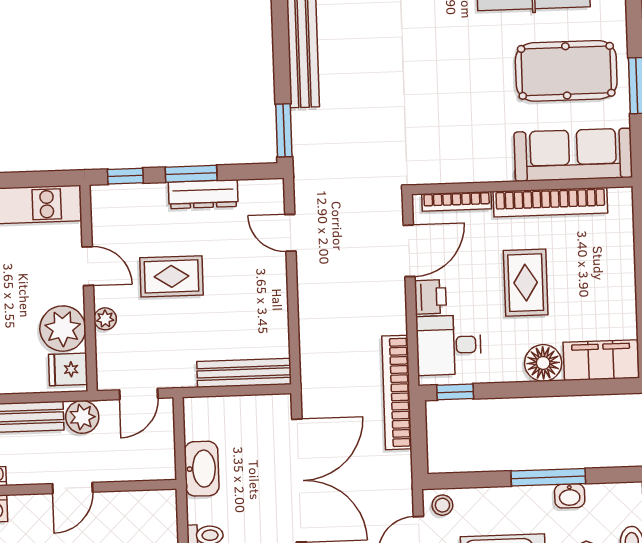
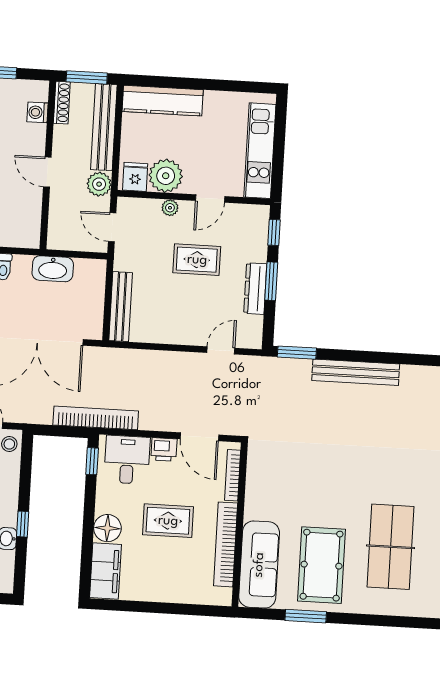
rug: (171, 276) -> (197, 260), turned 90
window: (548, 477) -> (23, 524), width x0.46

